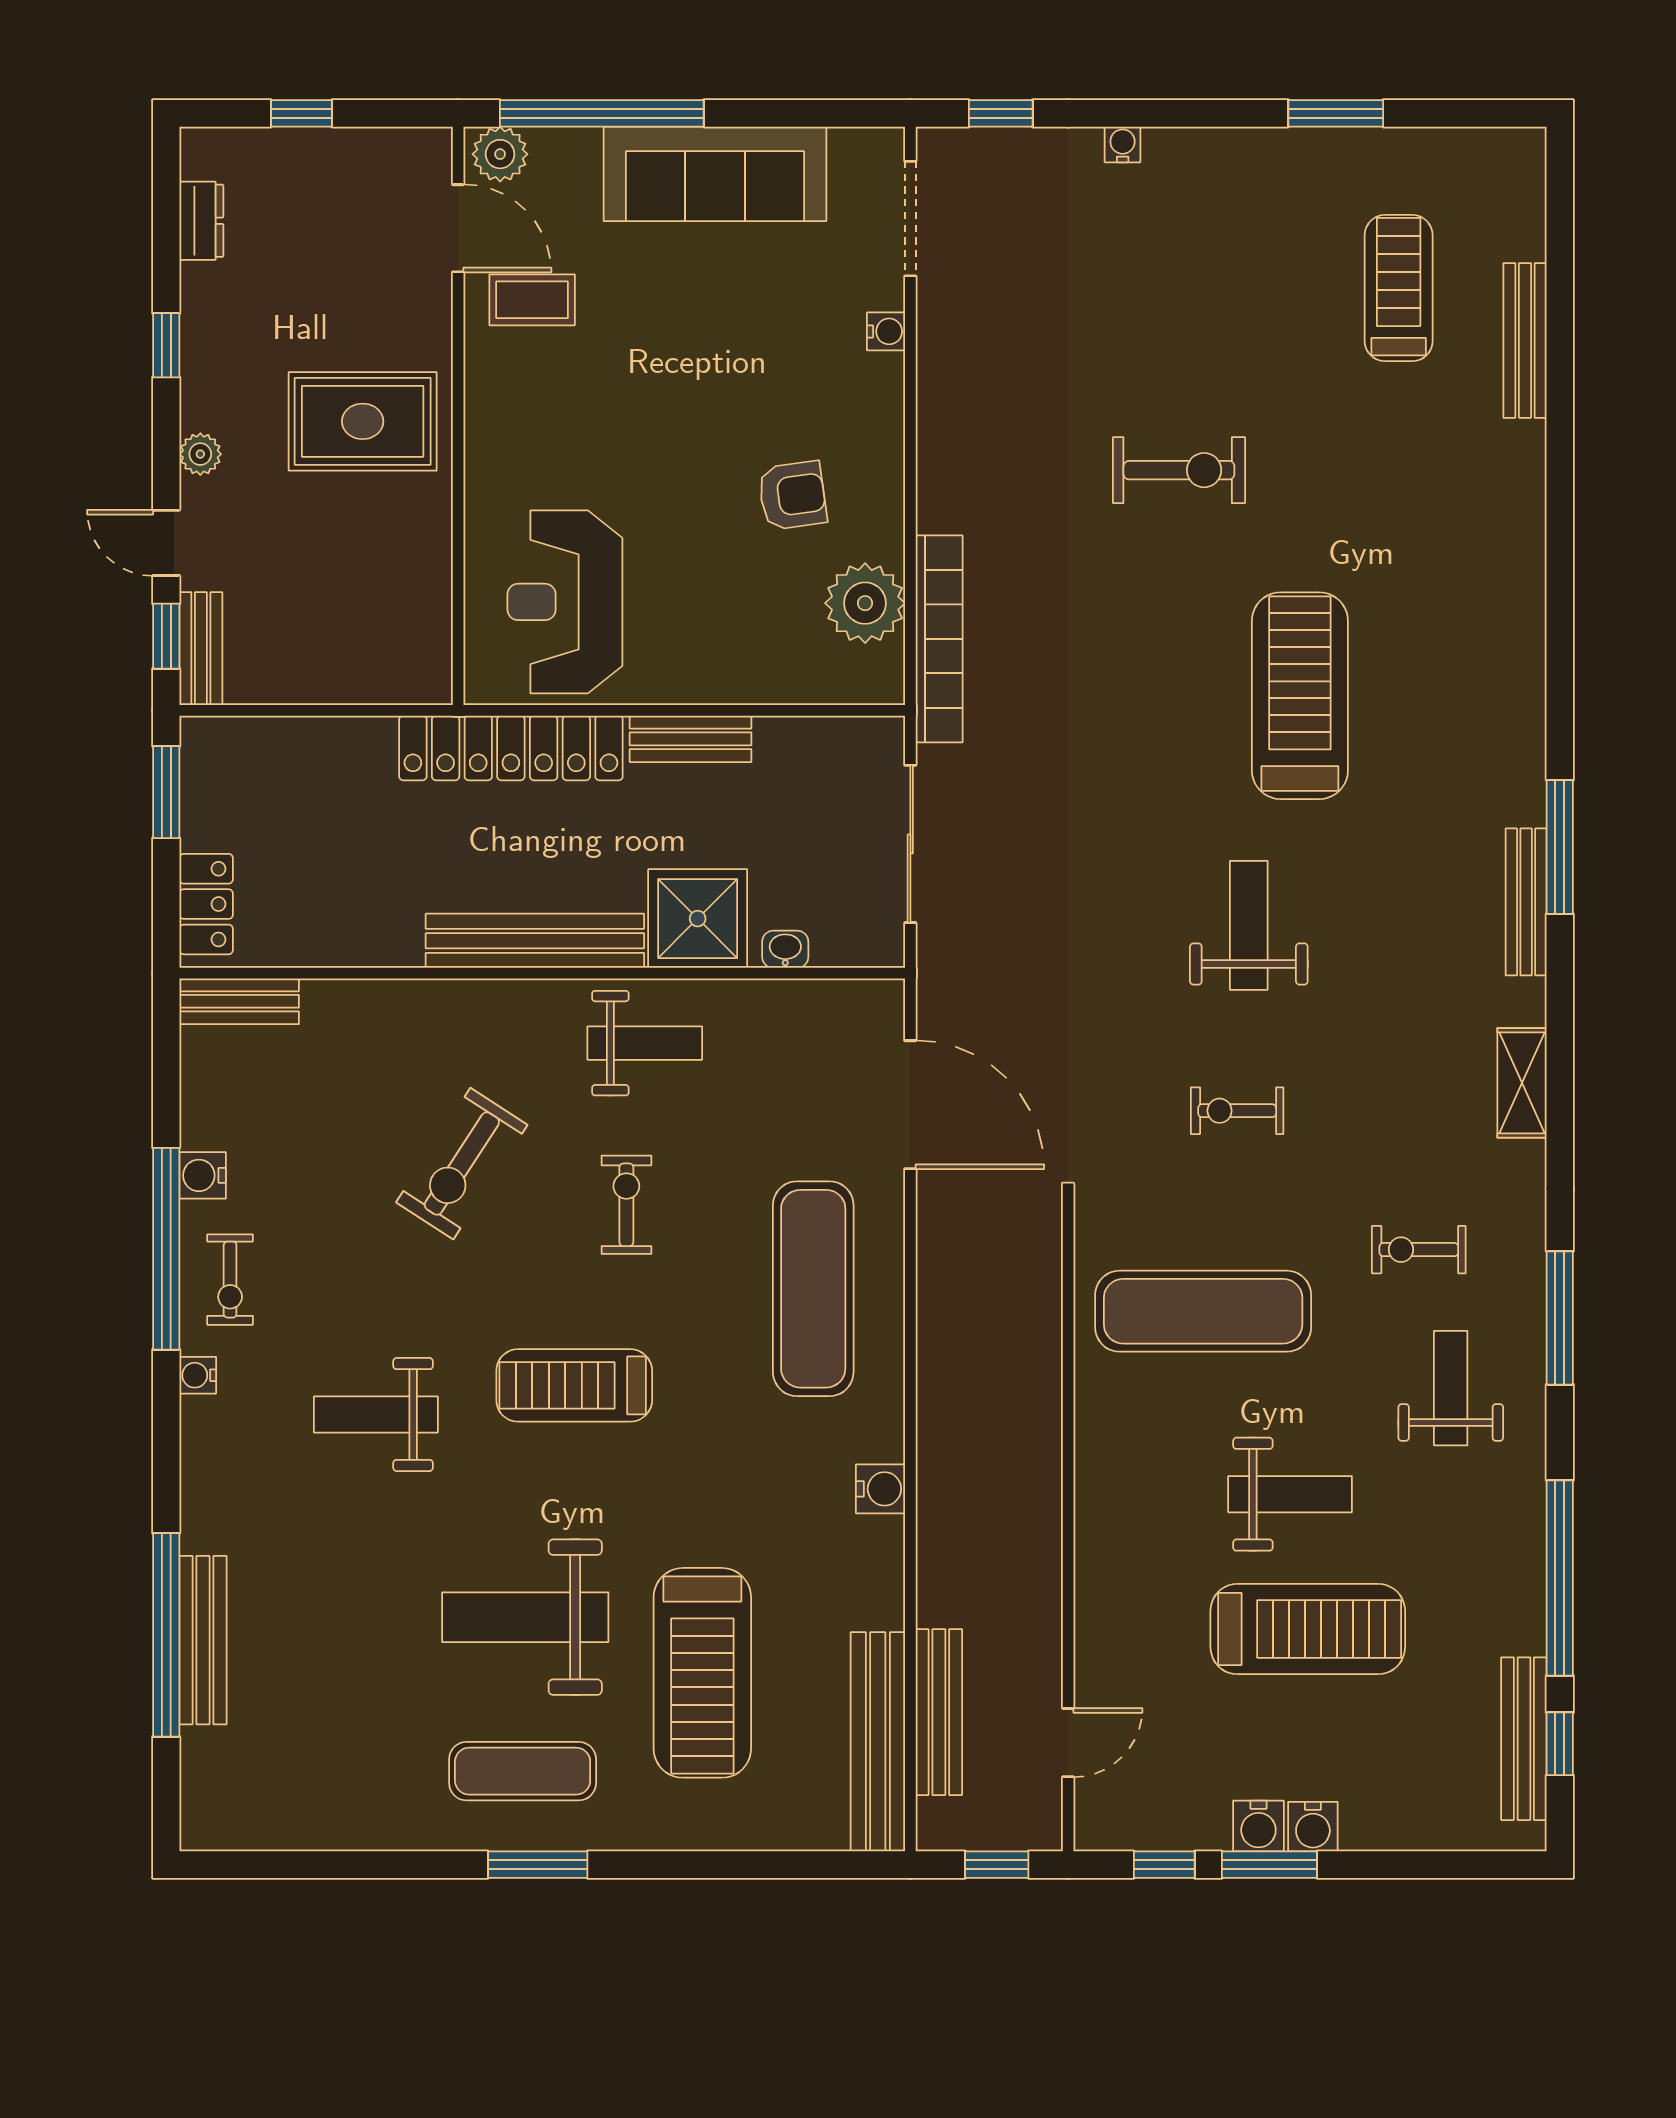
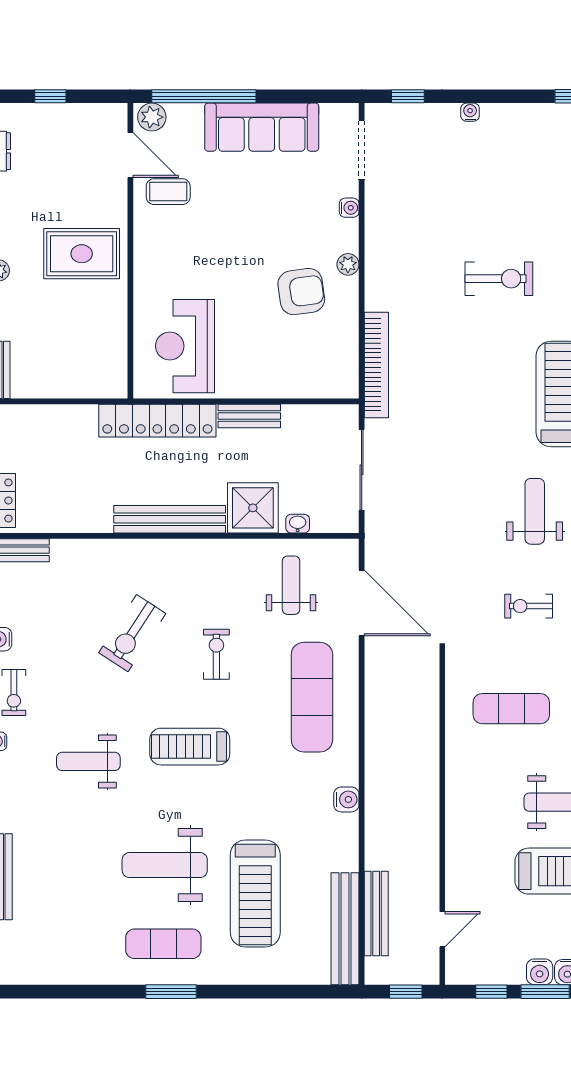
armchair: (792, 495) -> (301, 292), width x1.38, depth x1.38
plant: (865, 603) -> (348, 264), moved, width x0.53, depth x0.53
weight bench: (645, 1043) -> (291, 585), moved, turned -90
exercise mat: (1203, 1311) -> (511, 709), width x0.73, depth x0.69

